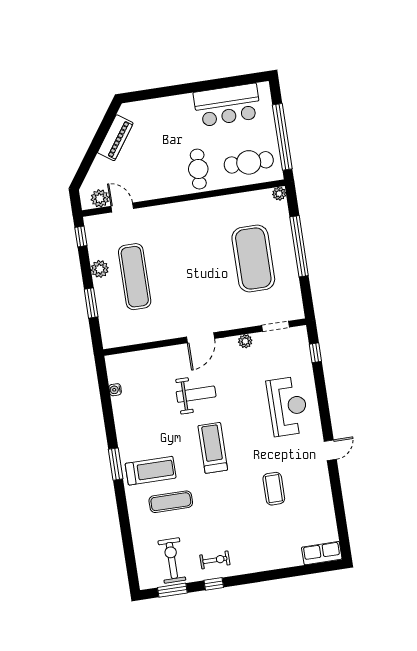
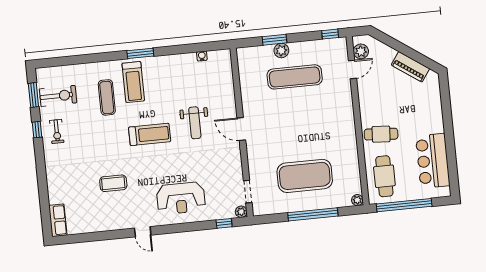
plant: (100, 269) -> (281, 51), moved
plant: (245, 341) -> (241, 212), moved

